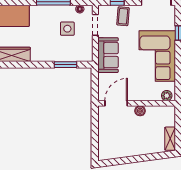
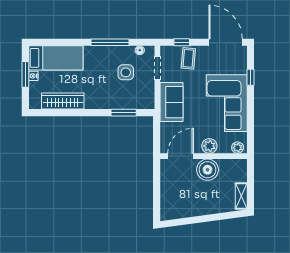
plant: (142, 94) -> (209, 146), added
boiler: (140, 111) -> (207, 170), width x1.86, depth x1.86

